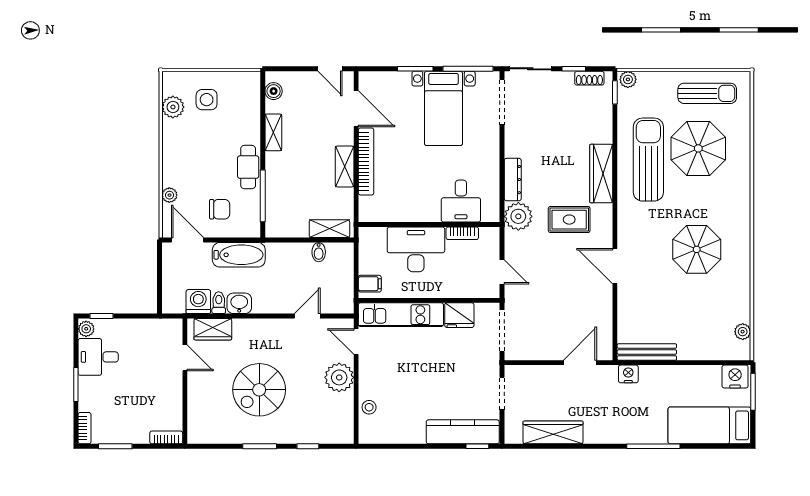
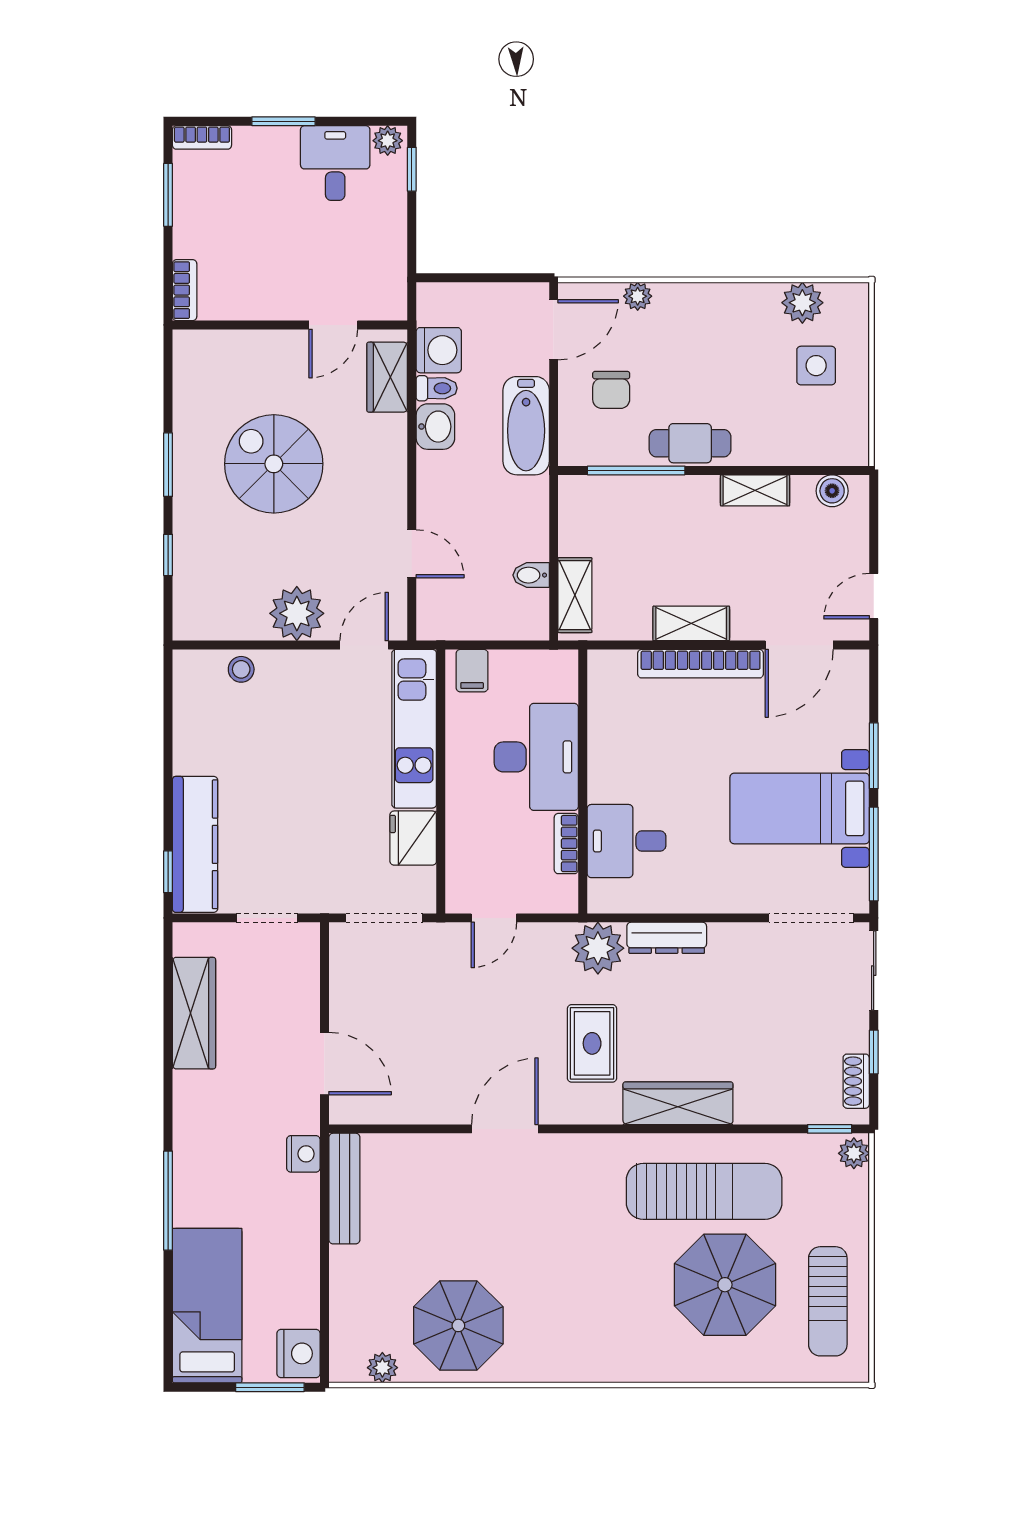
parasol: (697, 249) -> (458, 1325), moved

